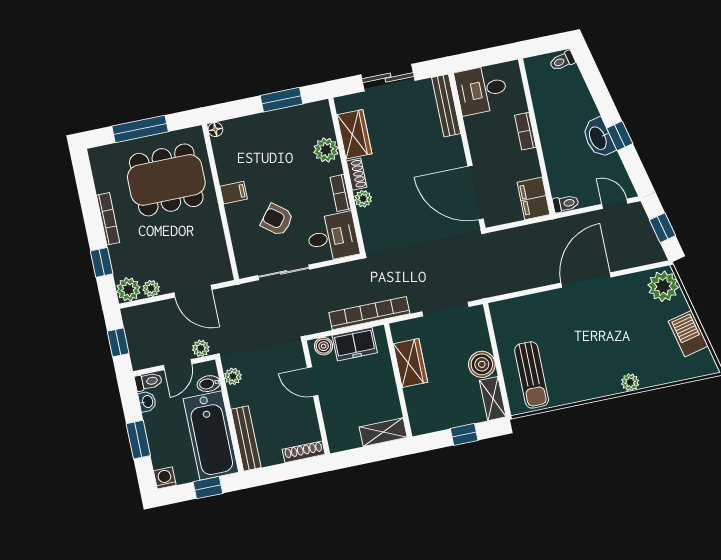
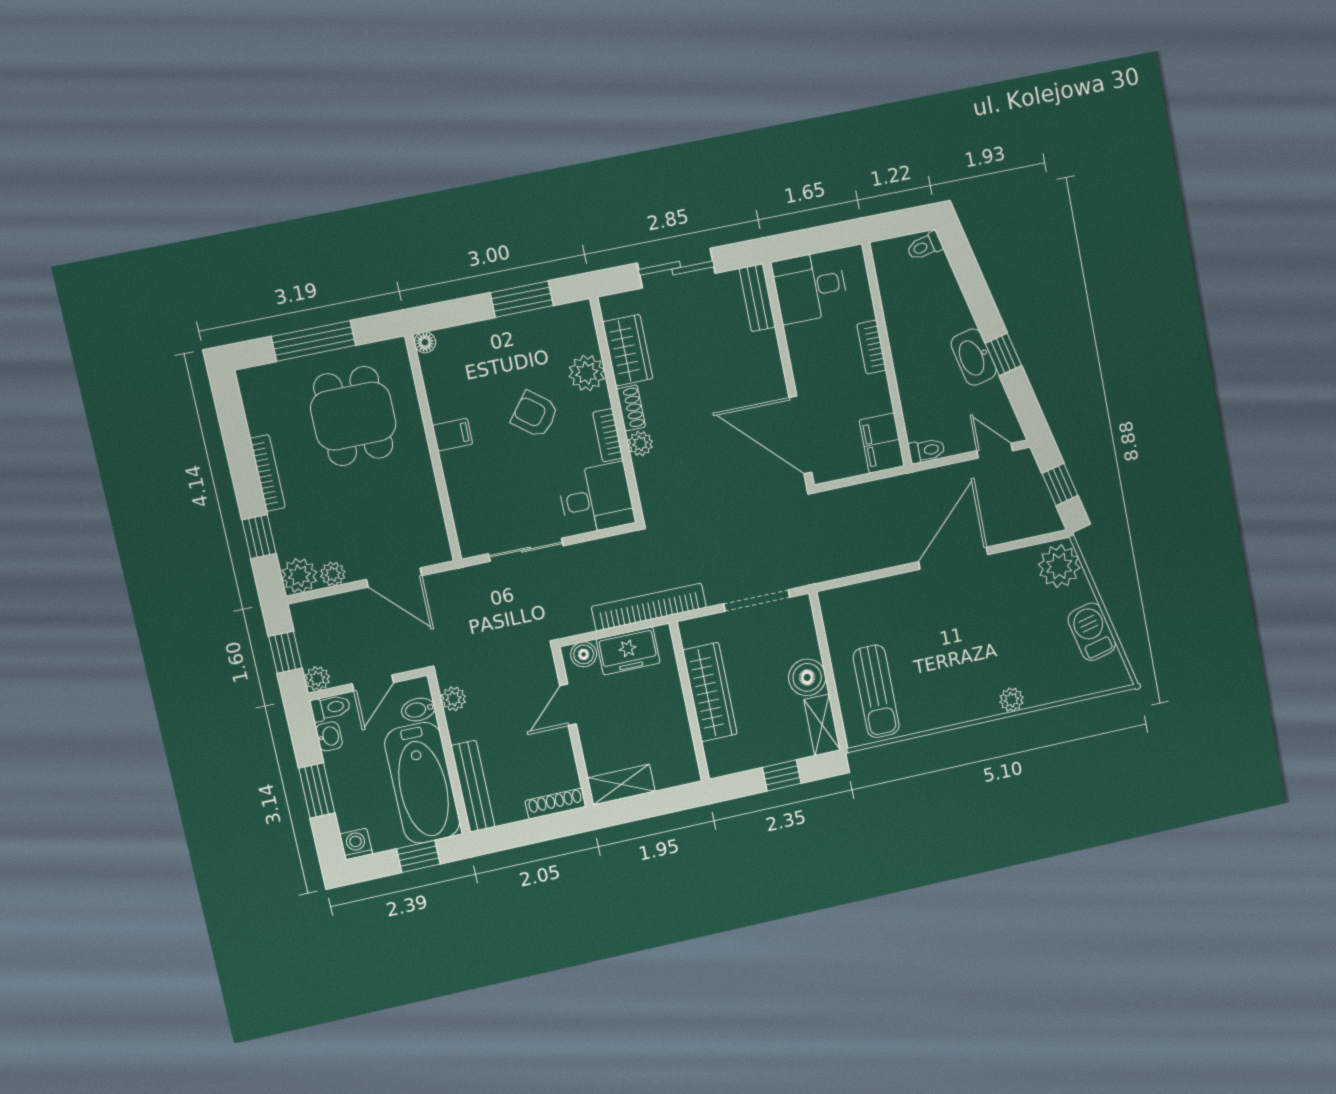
bench: (446, 105) -> (757, 298), width x0.73
dining table: (166, 180) -> (353, 416), width x0.73
armchair: (277, 220) -> (535, 414), moved
plant: (201, 348) -> (317, 679), moved
wardrobe: (410, 363) -> (710, 692), width x1.50
door: (313, 382) -> (568, 705), hinge flipped
shelving: (383, 432) -> (621, 784), moved

